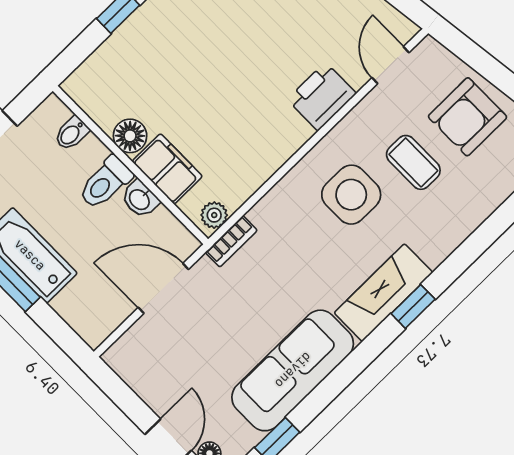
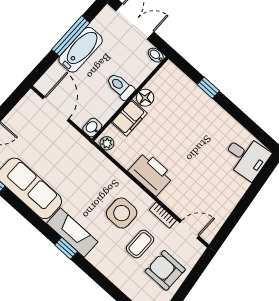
printer: (322, 97) -> (151, 174), moved, width x1.37, depth x1.19
bidet: (72, 133) -> (156, 55), moved
washbasin: (140, 199) -> (92, 128), moved
bookcase: (231, 241) -> (163, 215), moved
door: (163, 288) -> (56, 109), moved

